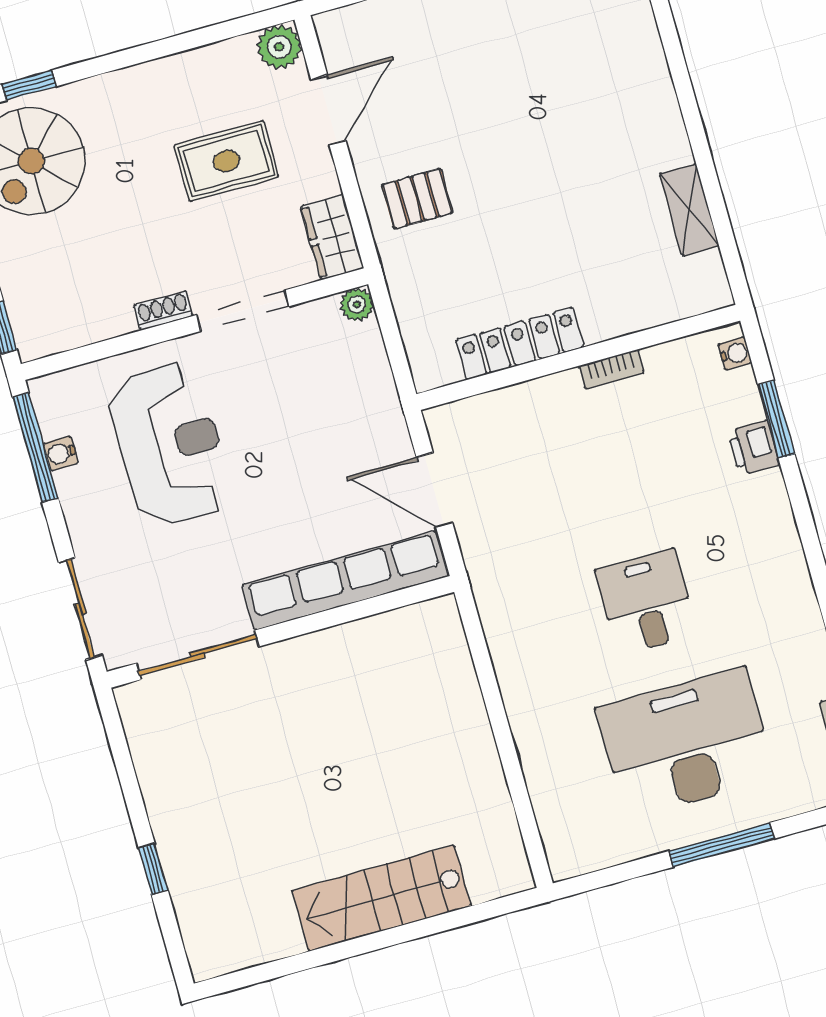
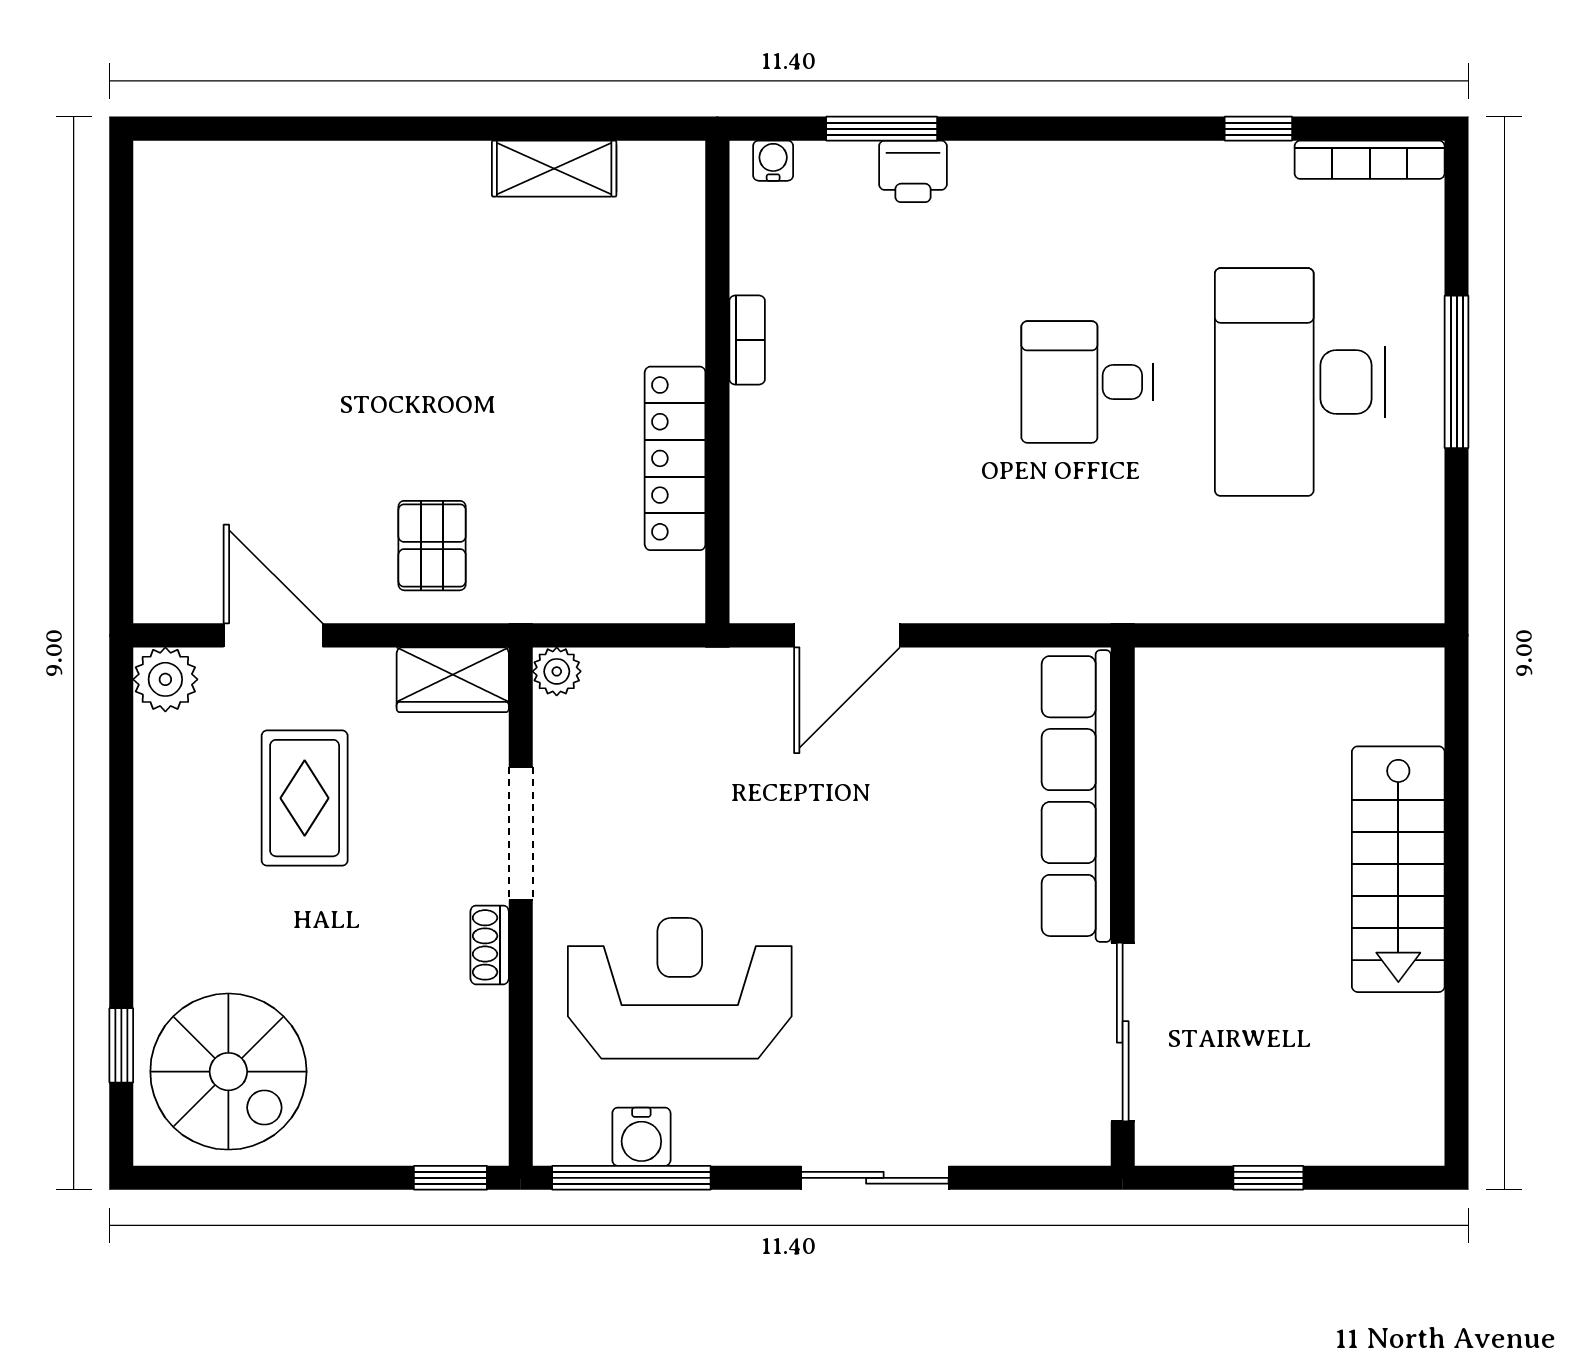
water cooler: (61, 453) -> (641, 1137), width x1.38, depth x1.38
row of seats: (345, 581) -> (1076, 796), moved
wall: (280, 632) -> (1123, 907), moved
sliding door: (197, 655) -> (1123, 1032), moved

